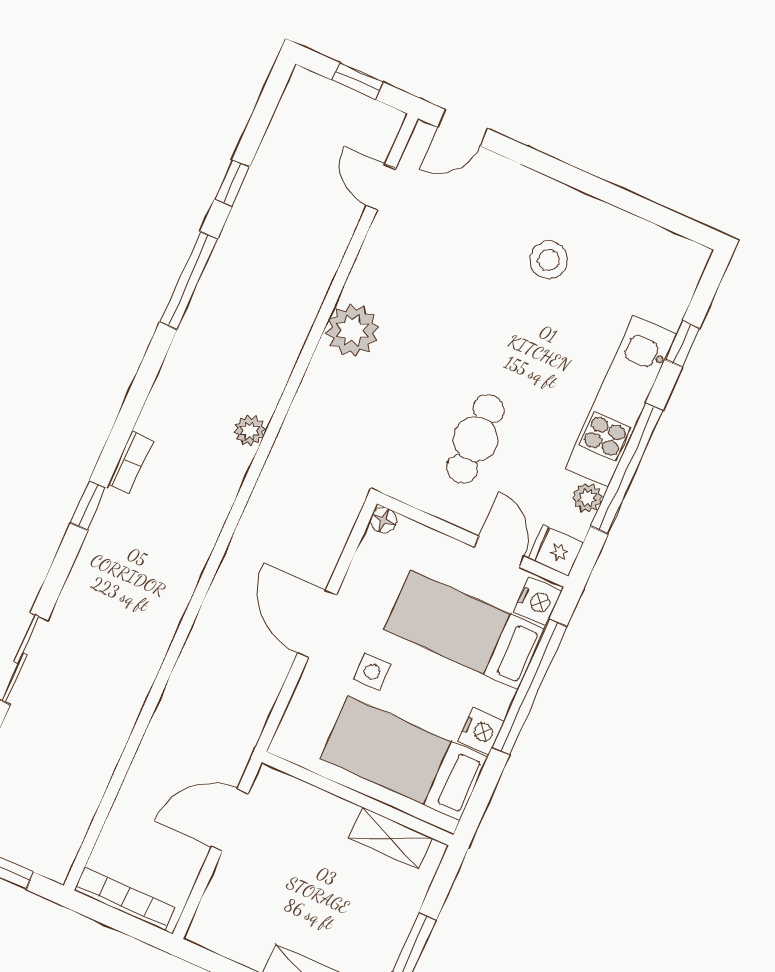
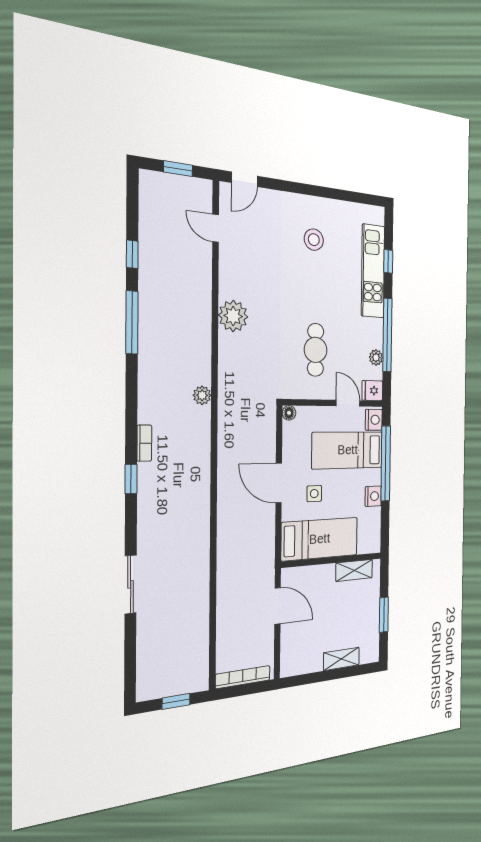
kitchen unit: (621, 401) -> (373, 271), moved
bed: (404, 758) -> (320, 539), moved, turned 180
door: (230, 820) -> (278, 606), swing flipped

